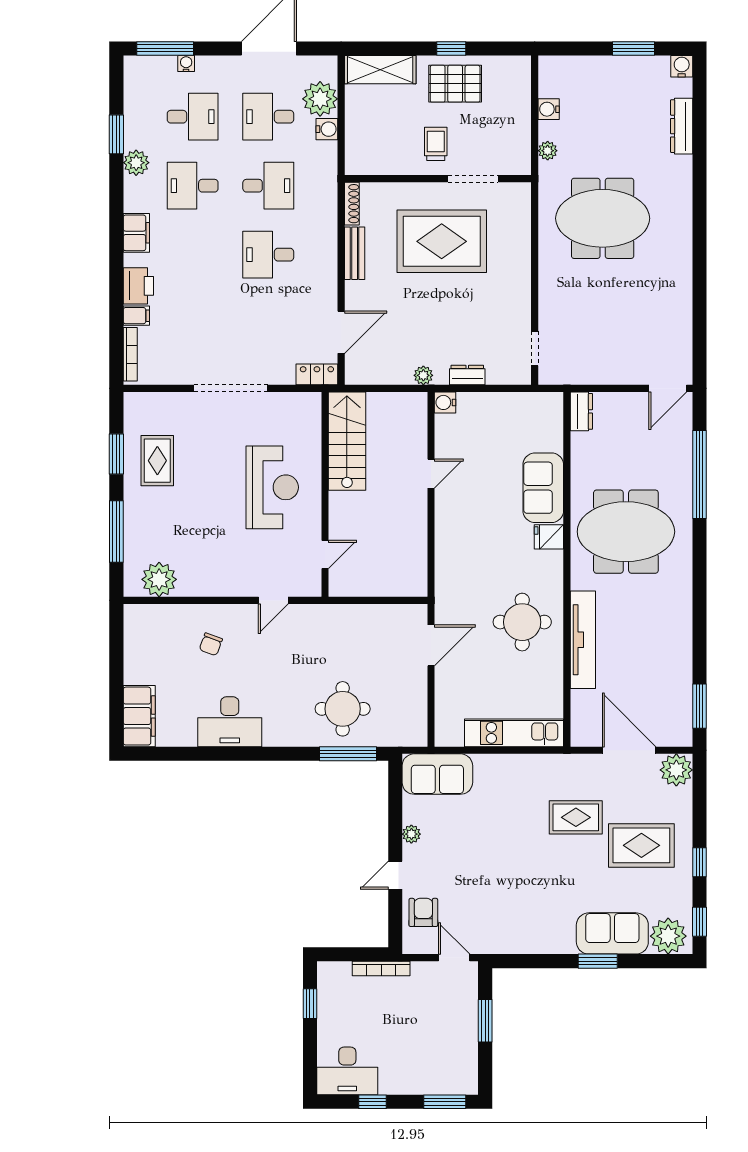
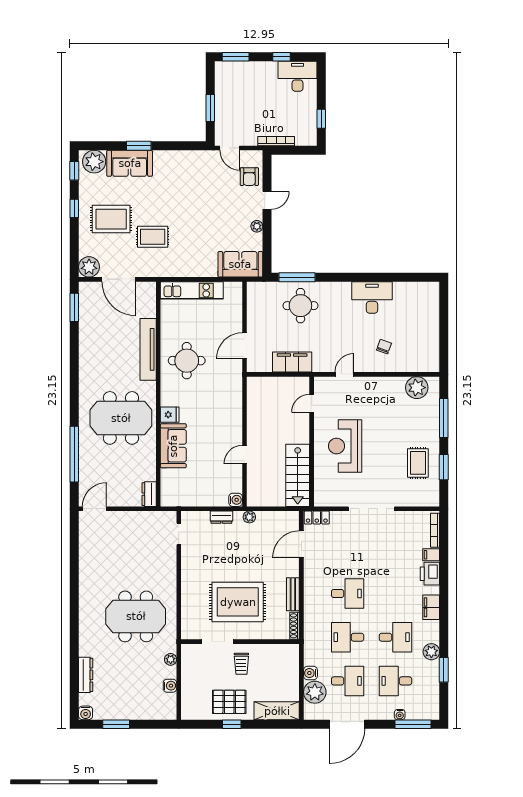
filing cabinet: (139, 716) -> (292, 362), moved, turned 90

